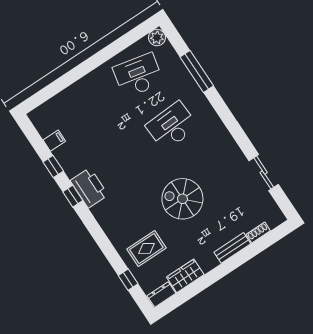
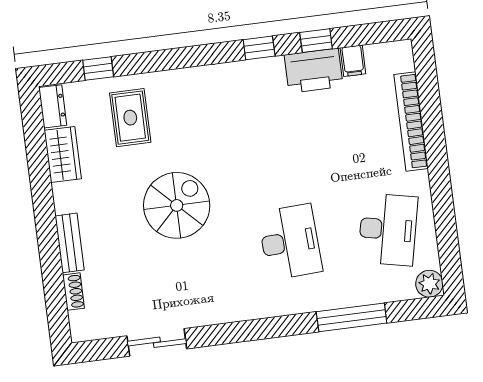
bookcase: (72, 92) -> (411, 121), added
printer: (89, 188) -> (314, 71), moved

